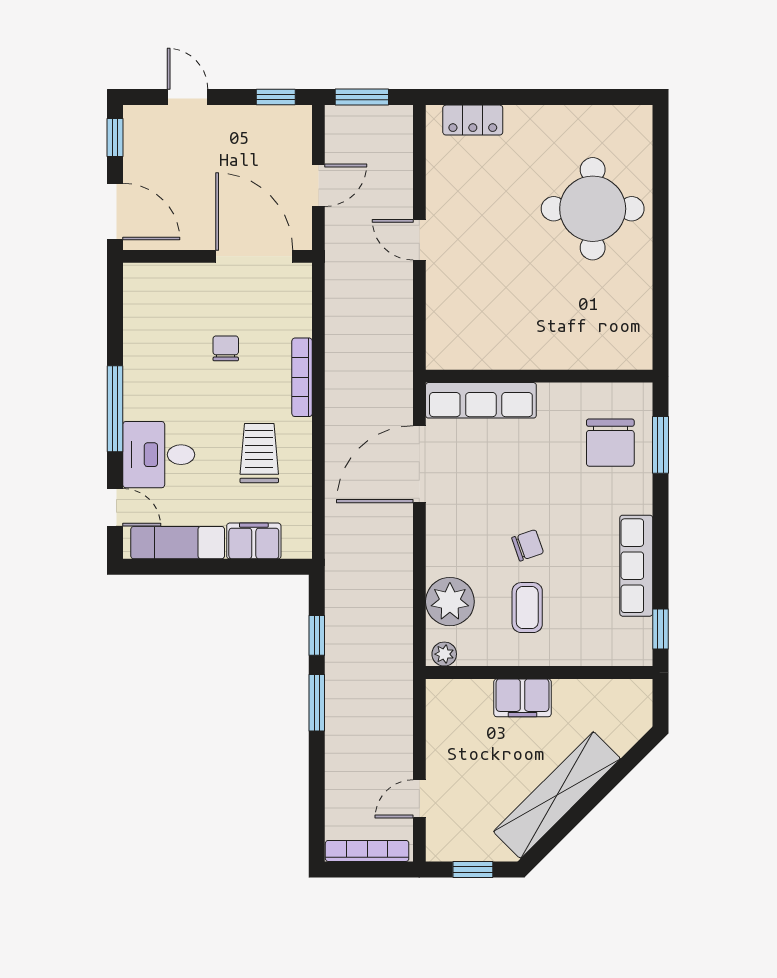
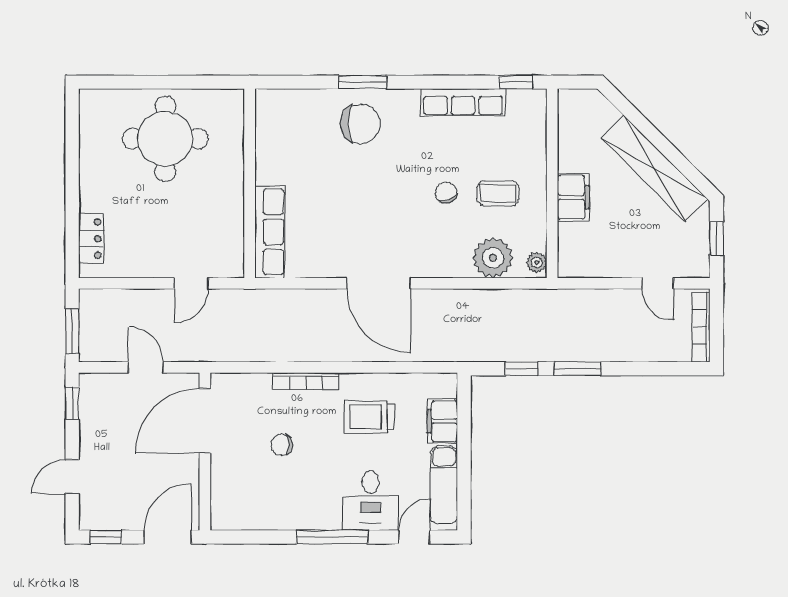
wall: (539, 376) -> (250, 183), moved
row of seats: (481, 400) -> (270, 232), moved

